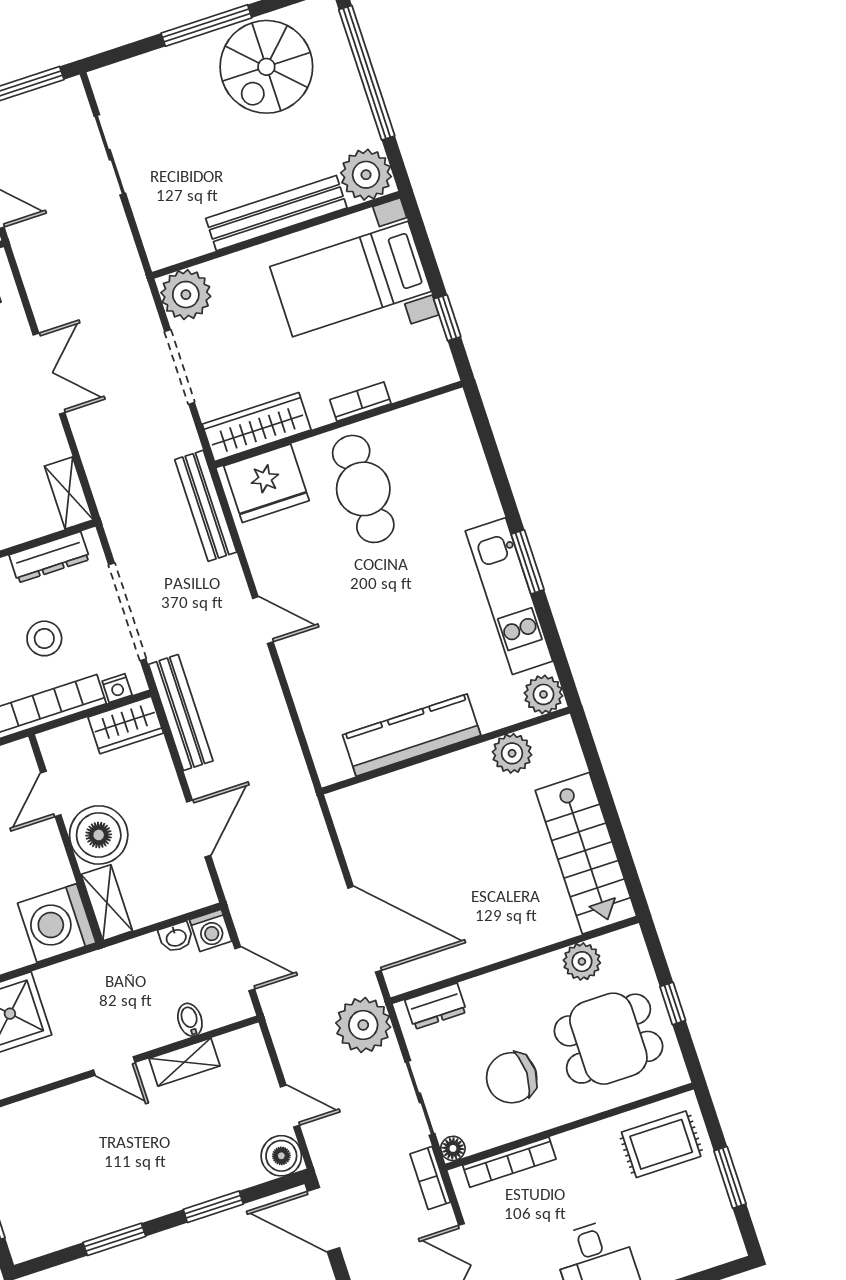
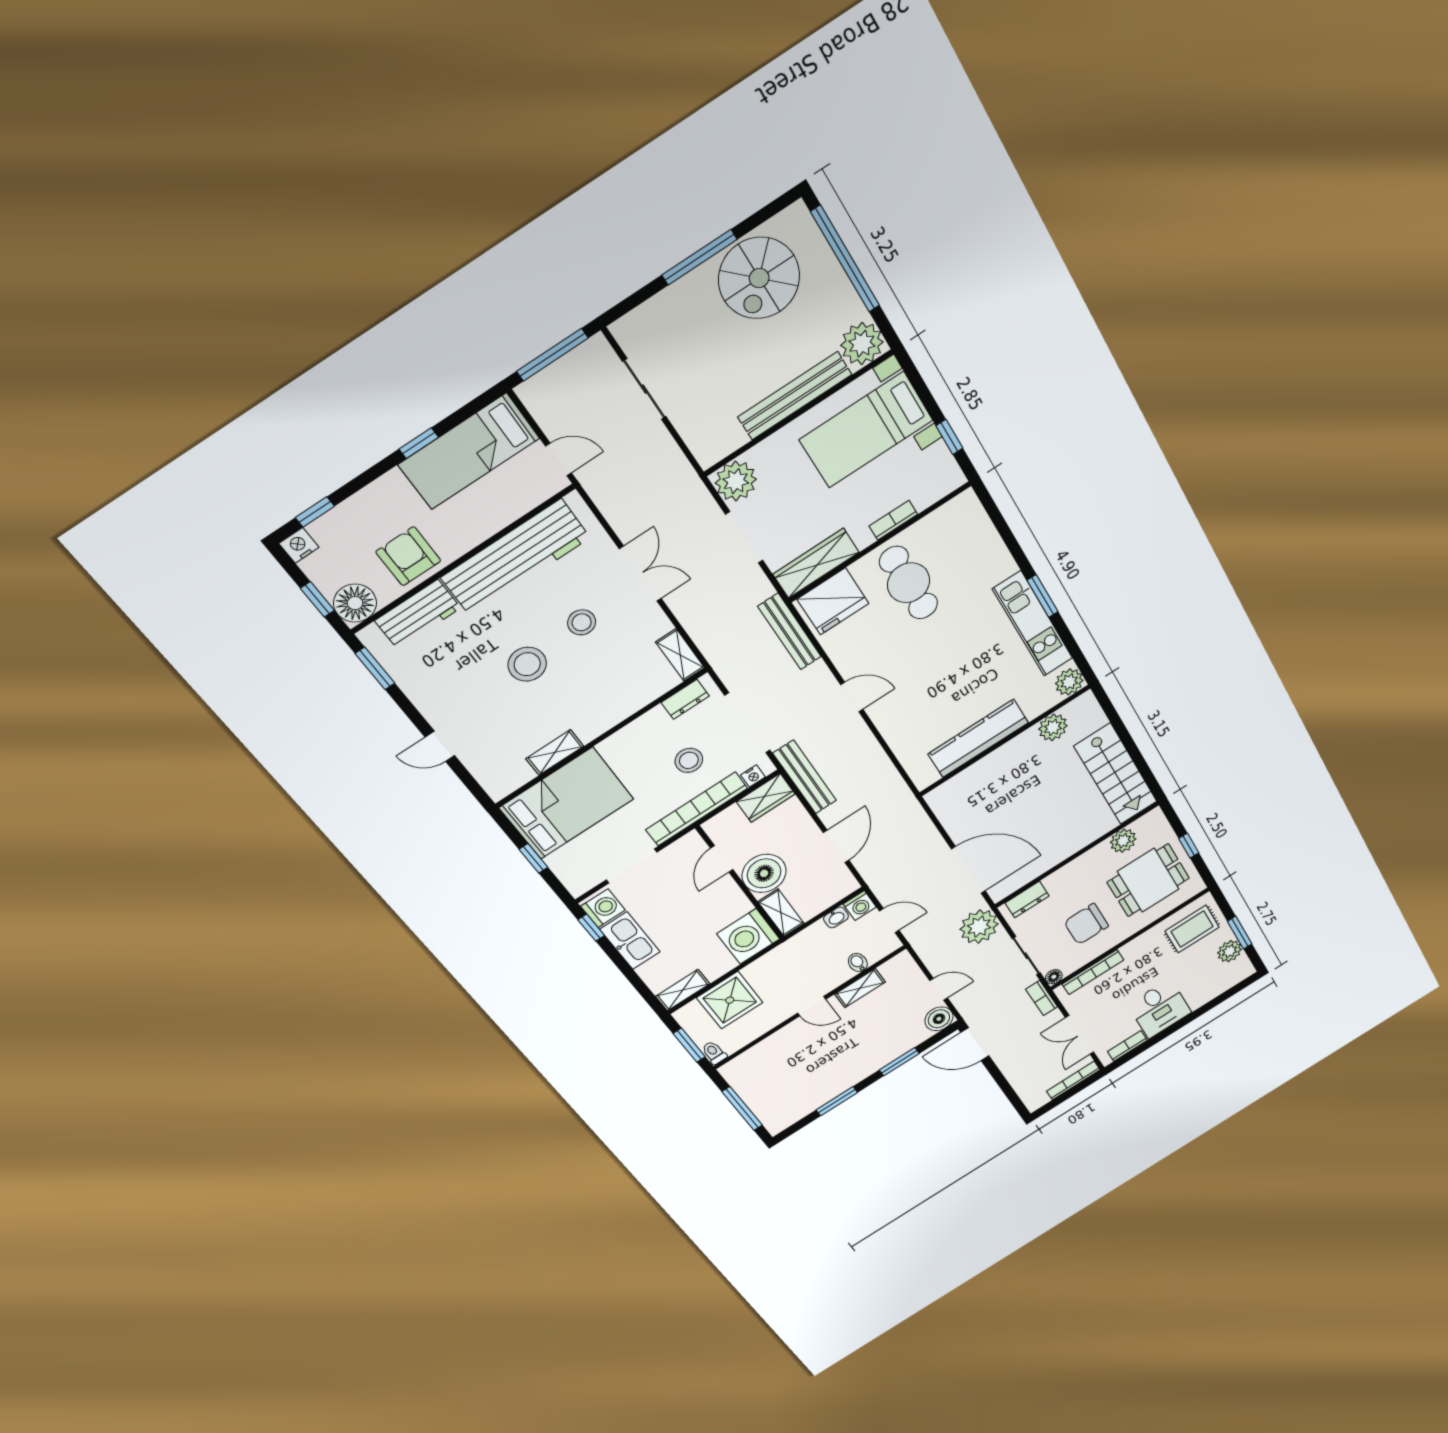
dresser: (49, 557) -> (685, 699), width x0.70
plant: (712, 1204) -> (1230, 951), added

